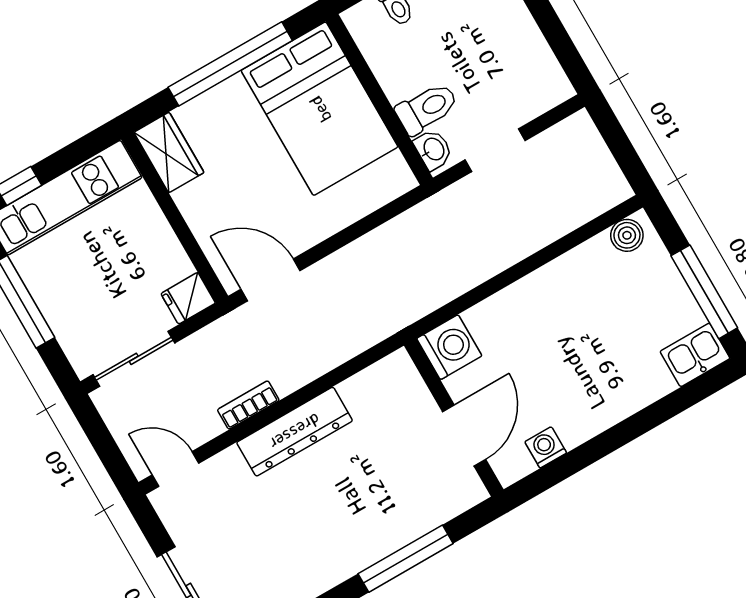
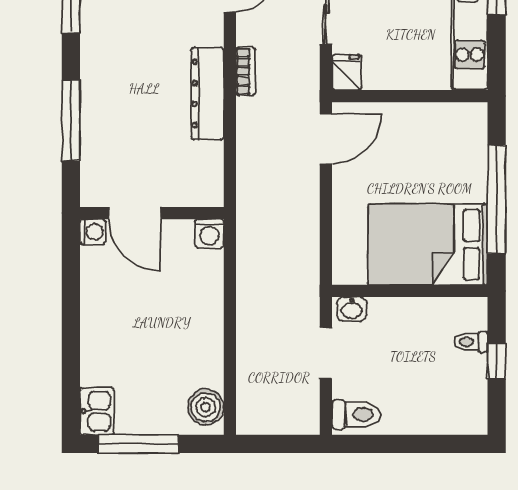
toilet: (427, 108) -> (356, 415), moved, turned -90
wardrobe: (169, 152) -> (459, 119), removed
boiler: (627, 235) -> (206, 407), width x1.36, depth x1.36
washing machine: (449, 347) -> (209, 233), width x0.73, depth x0.73
washing machine: (546, 447) -> (93, 232), moved

